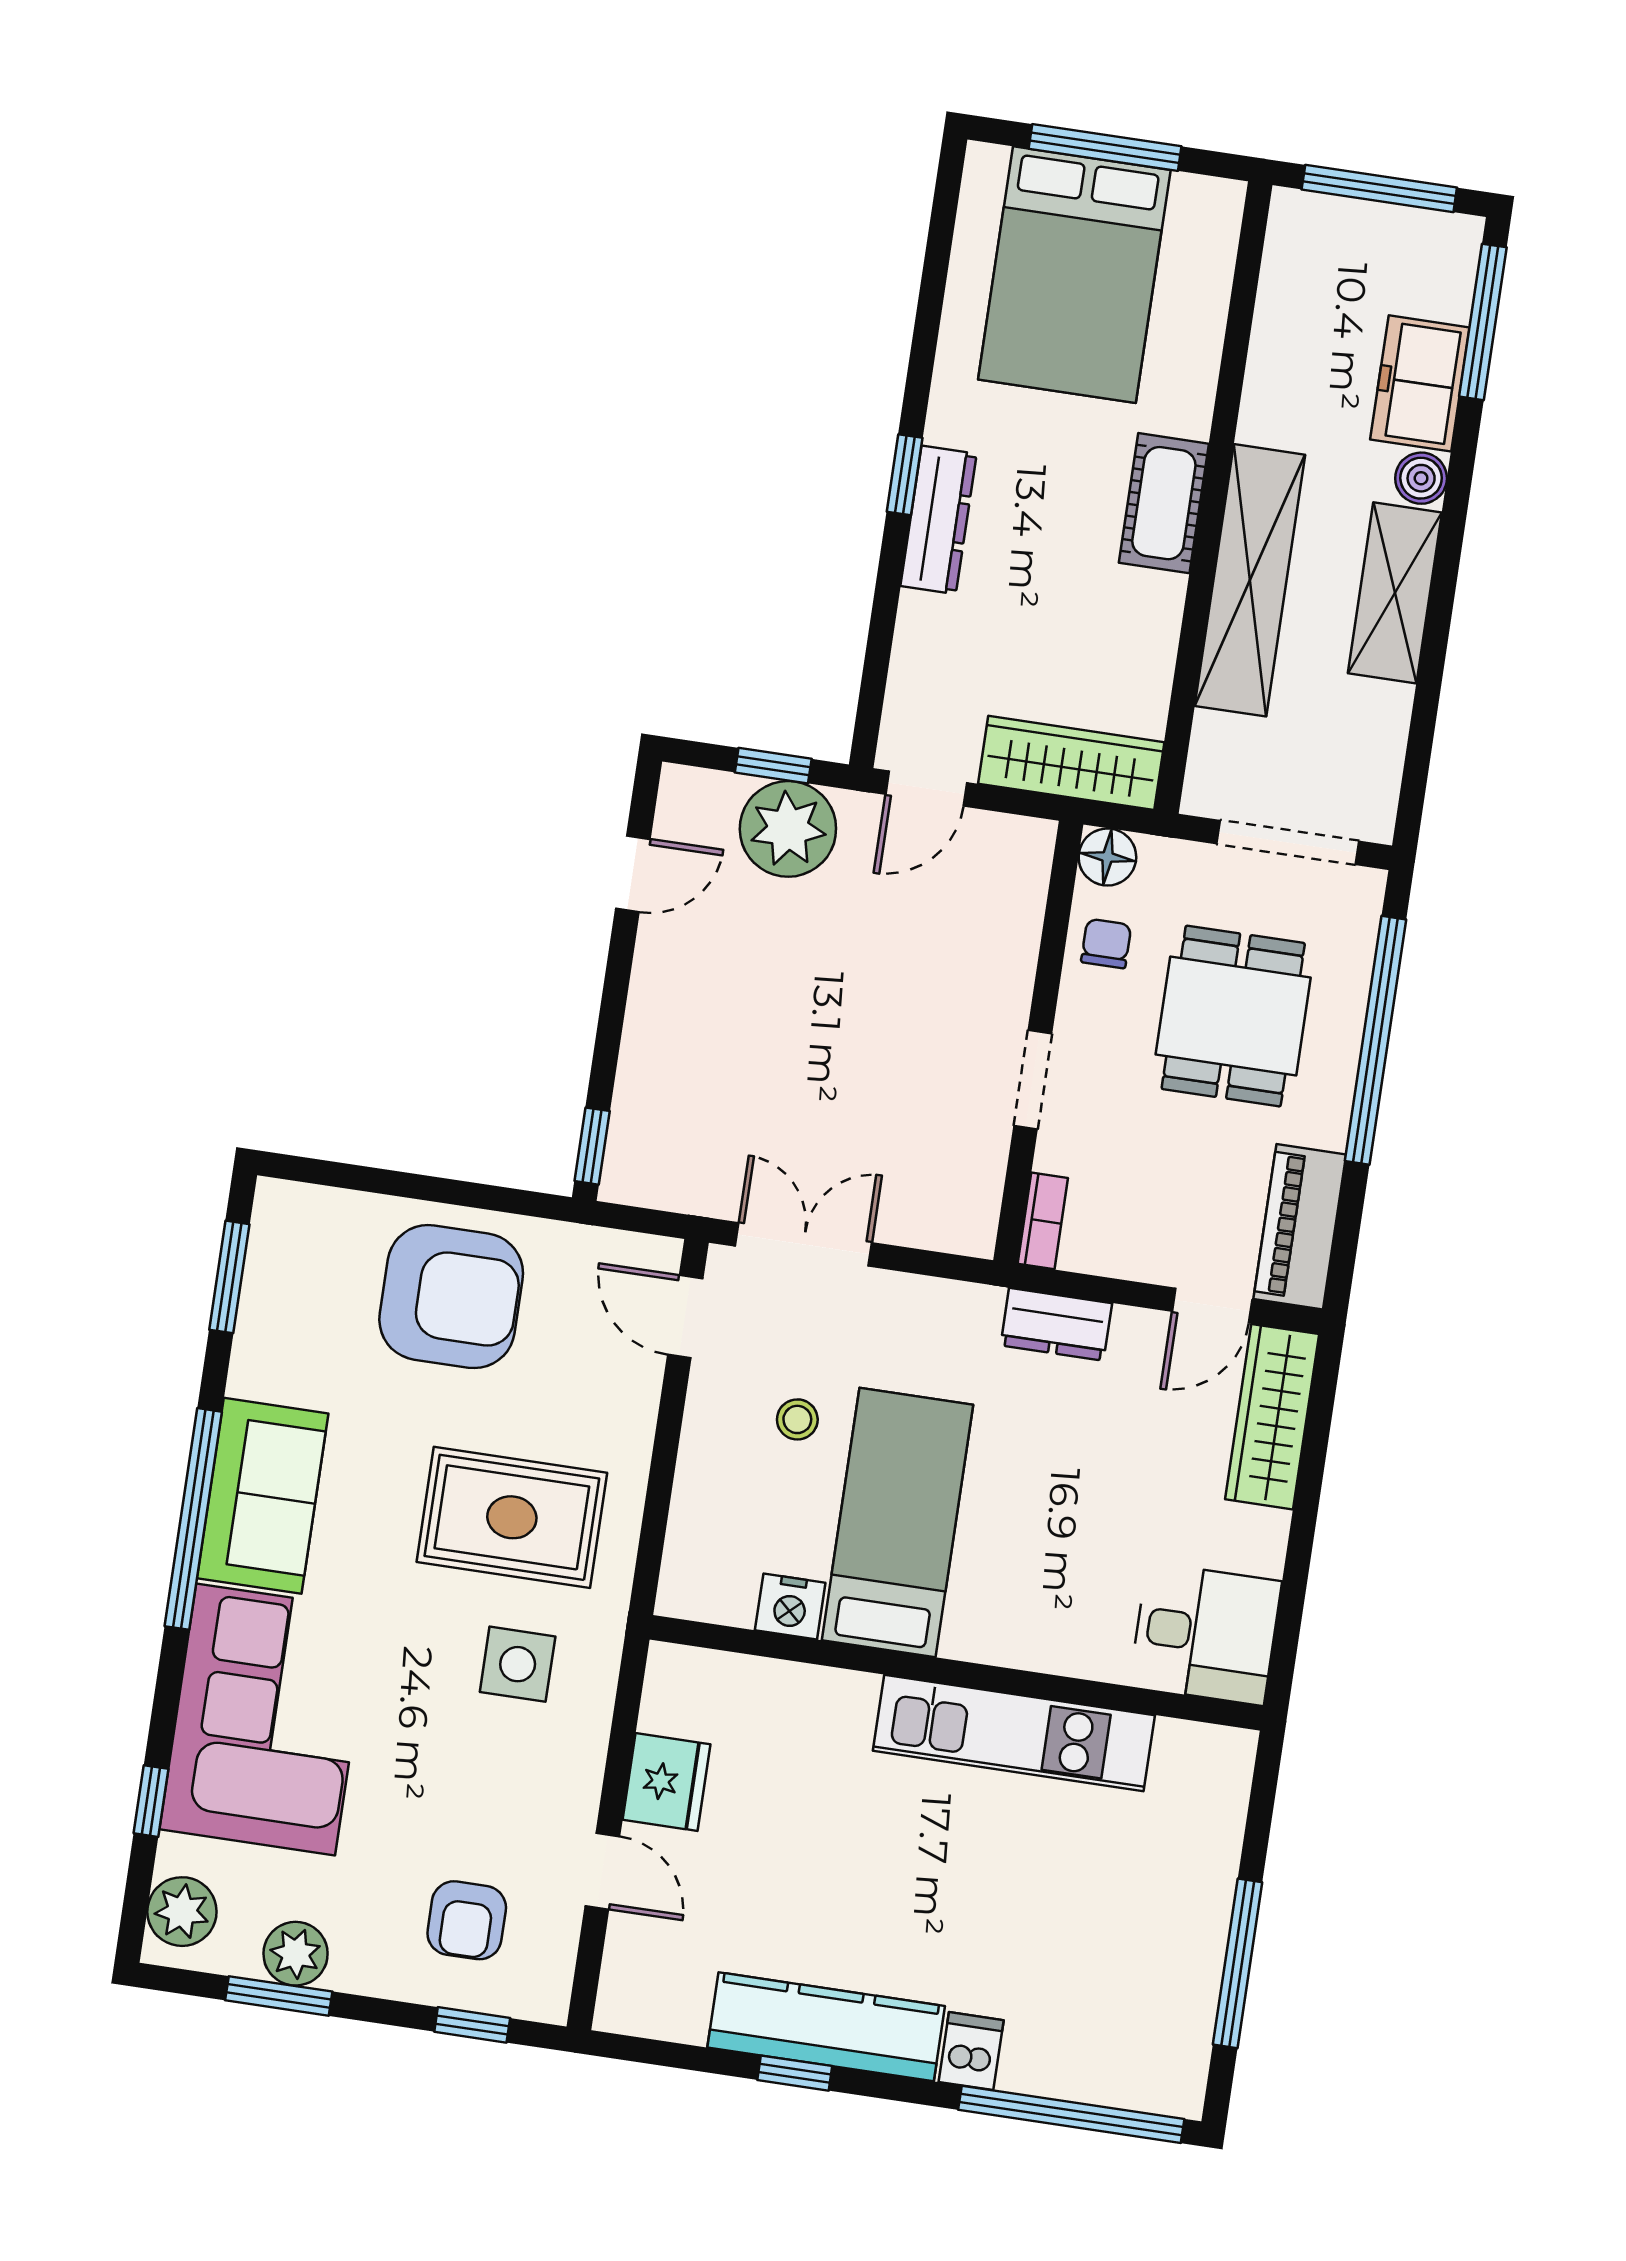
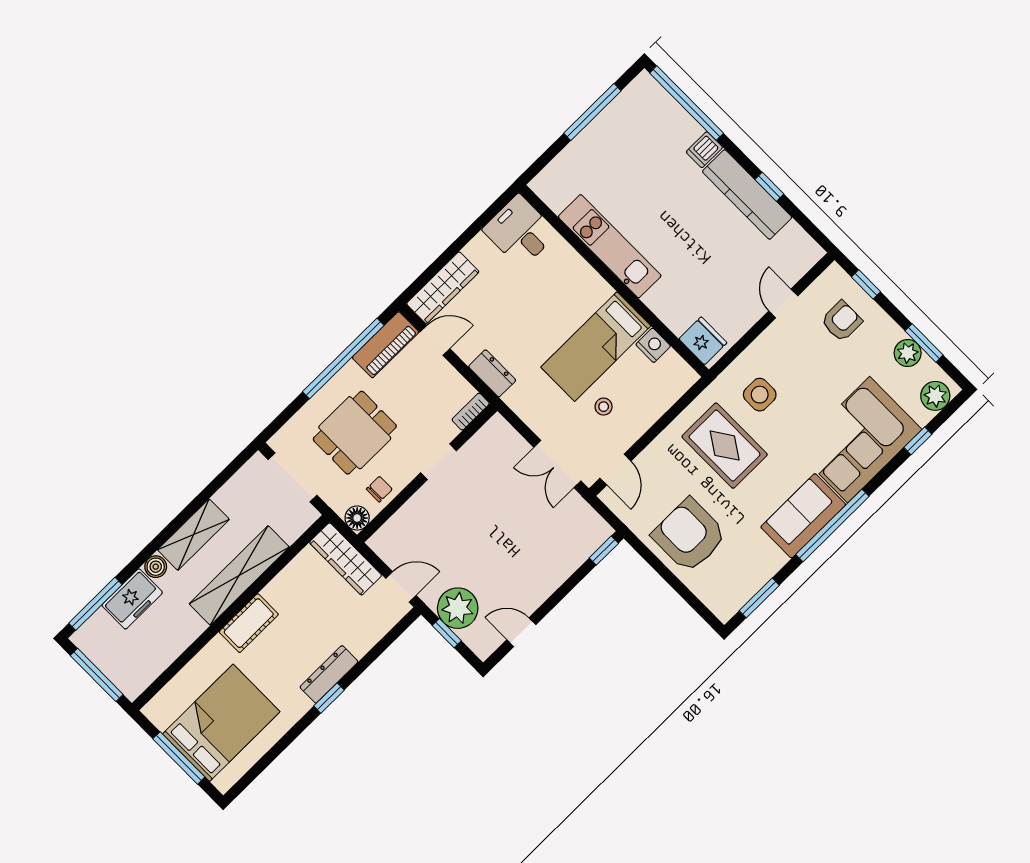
chair: (1106, 944) -> (379, 489), turned 180
window: (1376, 1040) -> (343, 359), moved
fridge: (666, 1782) -> (703, 341), moved, turned 90

